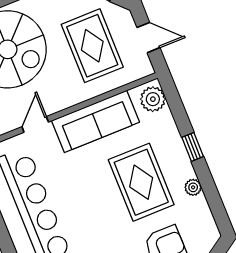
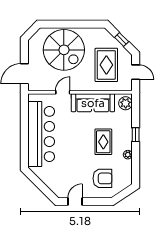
rug: (141, 182) -> (103, 142), width x0.73, depth x0.70

